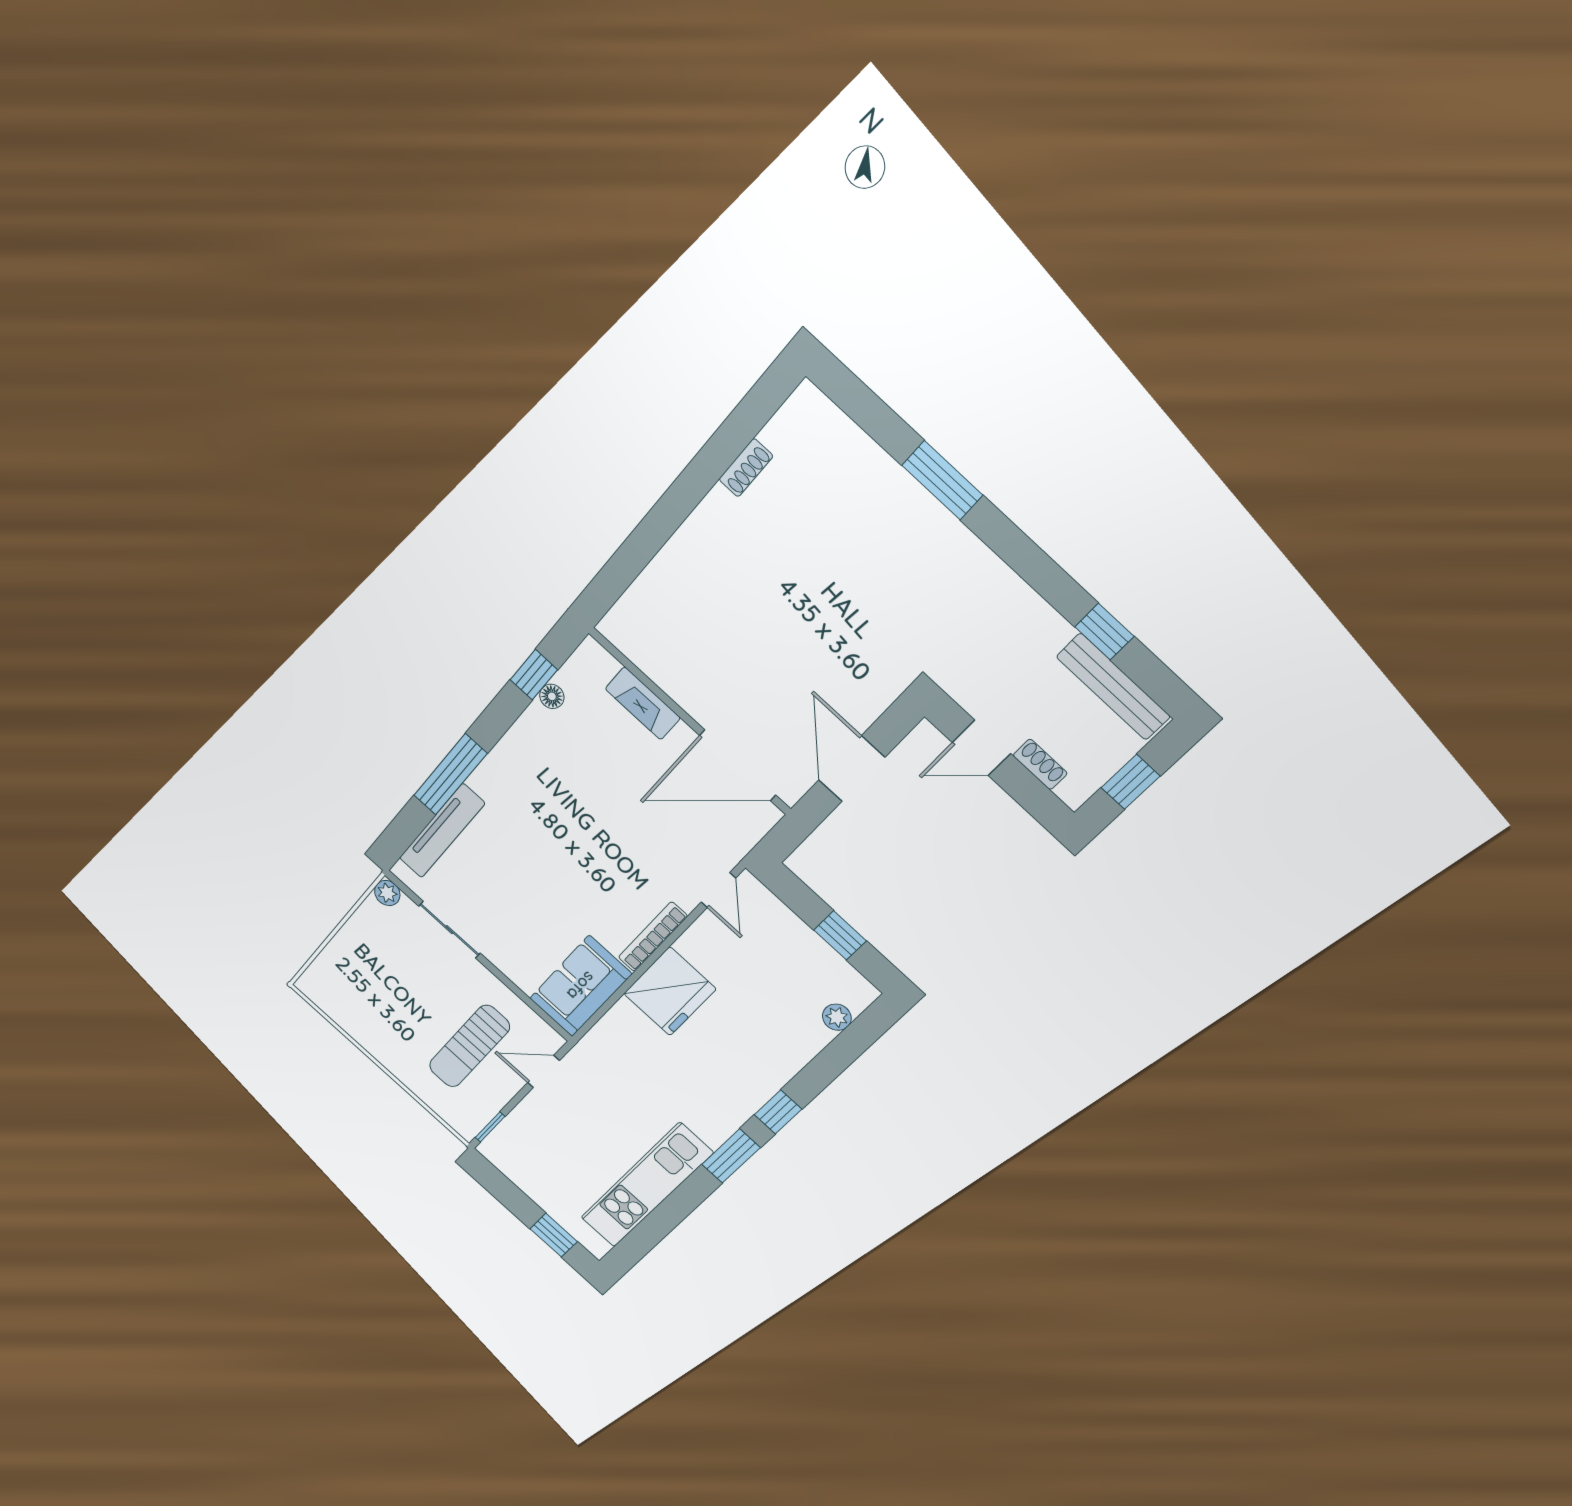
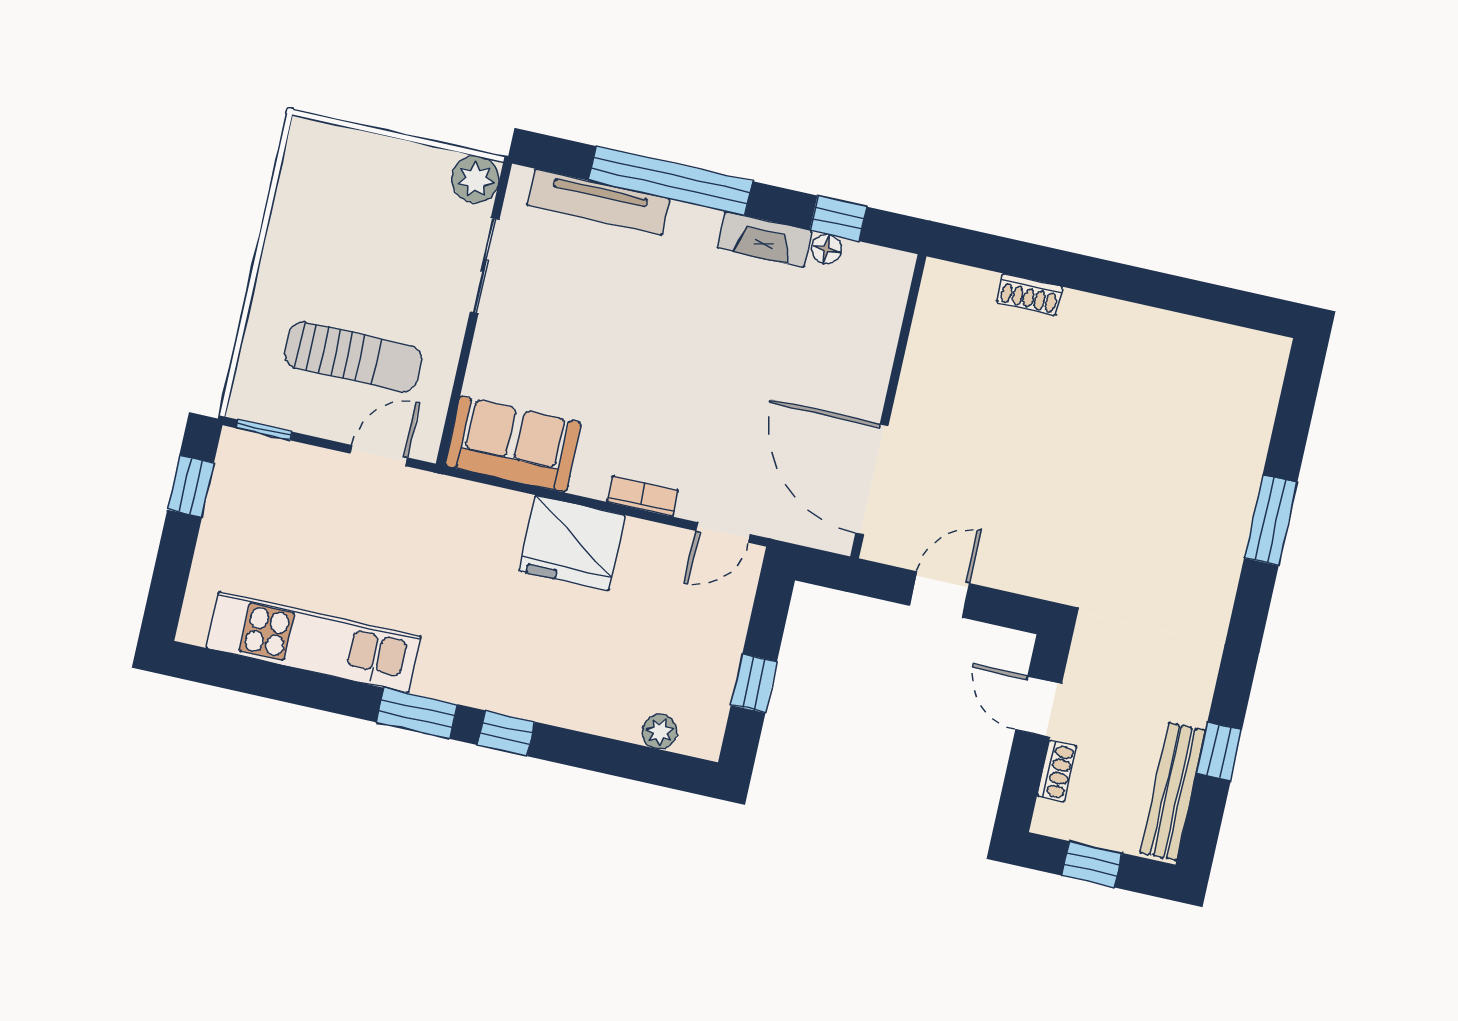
shoe rack: (746, 468) -> (1029, 294), moved
fireplace: (643, 703) -> (765, 239), moved, turned -90
door: (852, 769) -> (940, 595), width x0.73
window: (450, 774) -> (670, 181), width x1.46
plant: (387, 893) -> (475, 179), width x1.38, depth x1.38
bookcase: (653, 937) -> (643, 496), width x0.64
sun lounger: (469, 1046) -> (353, 357), turned 180
door: (543, 1072) -> (379, 456), hinge flipped
window: (554, 1235) -> (191, 486), moved

